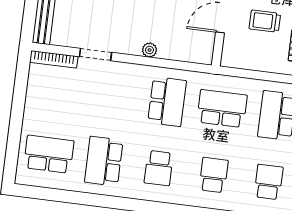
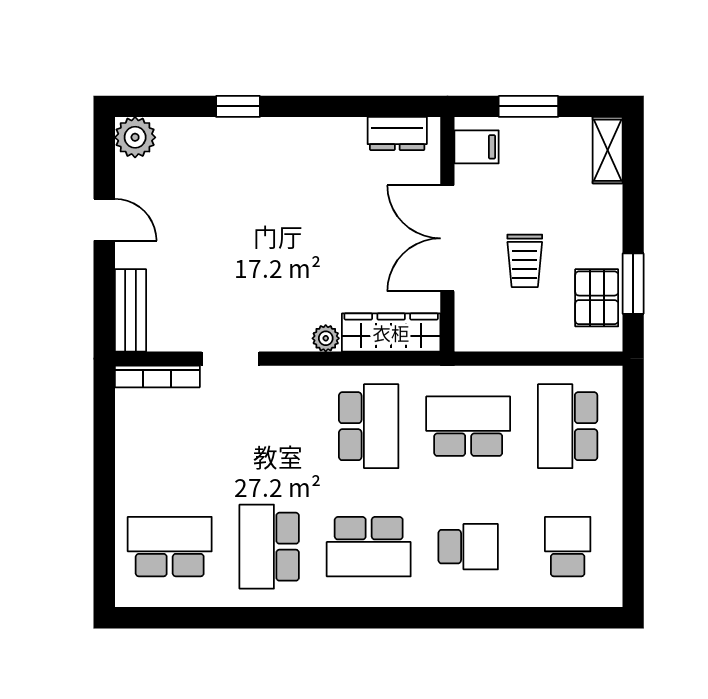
trolley: (265, 21) -> (525, 261), turned -90
wardrobe: (186, 51) -> (391, 333), added
school desk: (159, 168) -> (369, 547), width x1.85
school desk: (214, 175) -> (468, 547), turned 90

